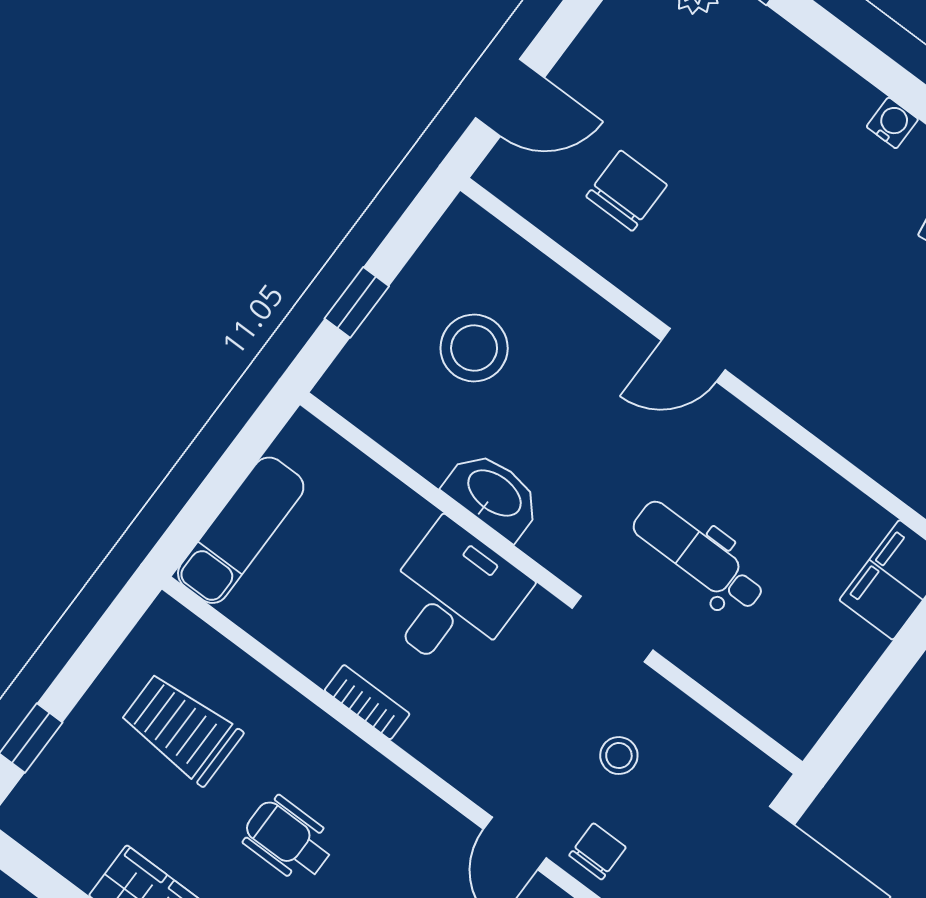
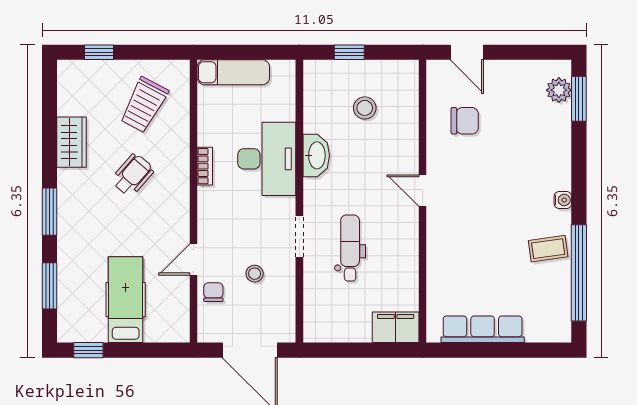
stool: (474, 348) -> (365, 108), width x0.73, depth x0.73
desk: (453, 598) -> (267, 159), width x1.37
trolley: (181, 728) -> (144, 105), turned -152
wheelchair: (288, 839) -> (133, 175), turned 41
chair: (598, 851) -> (213, 292), turned -90

